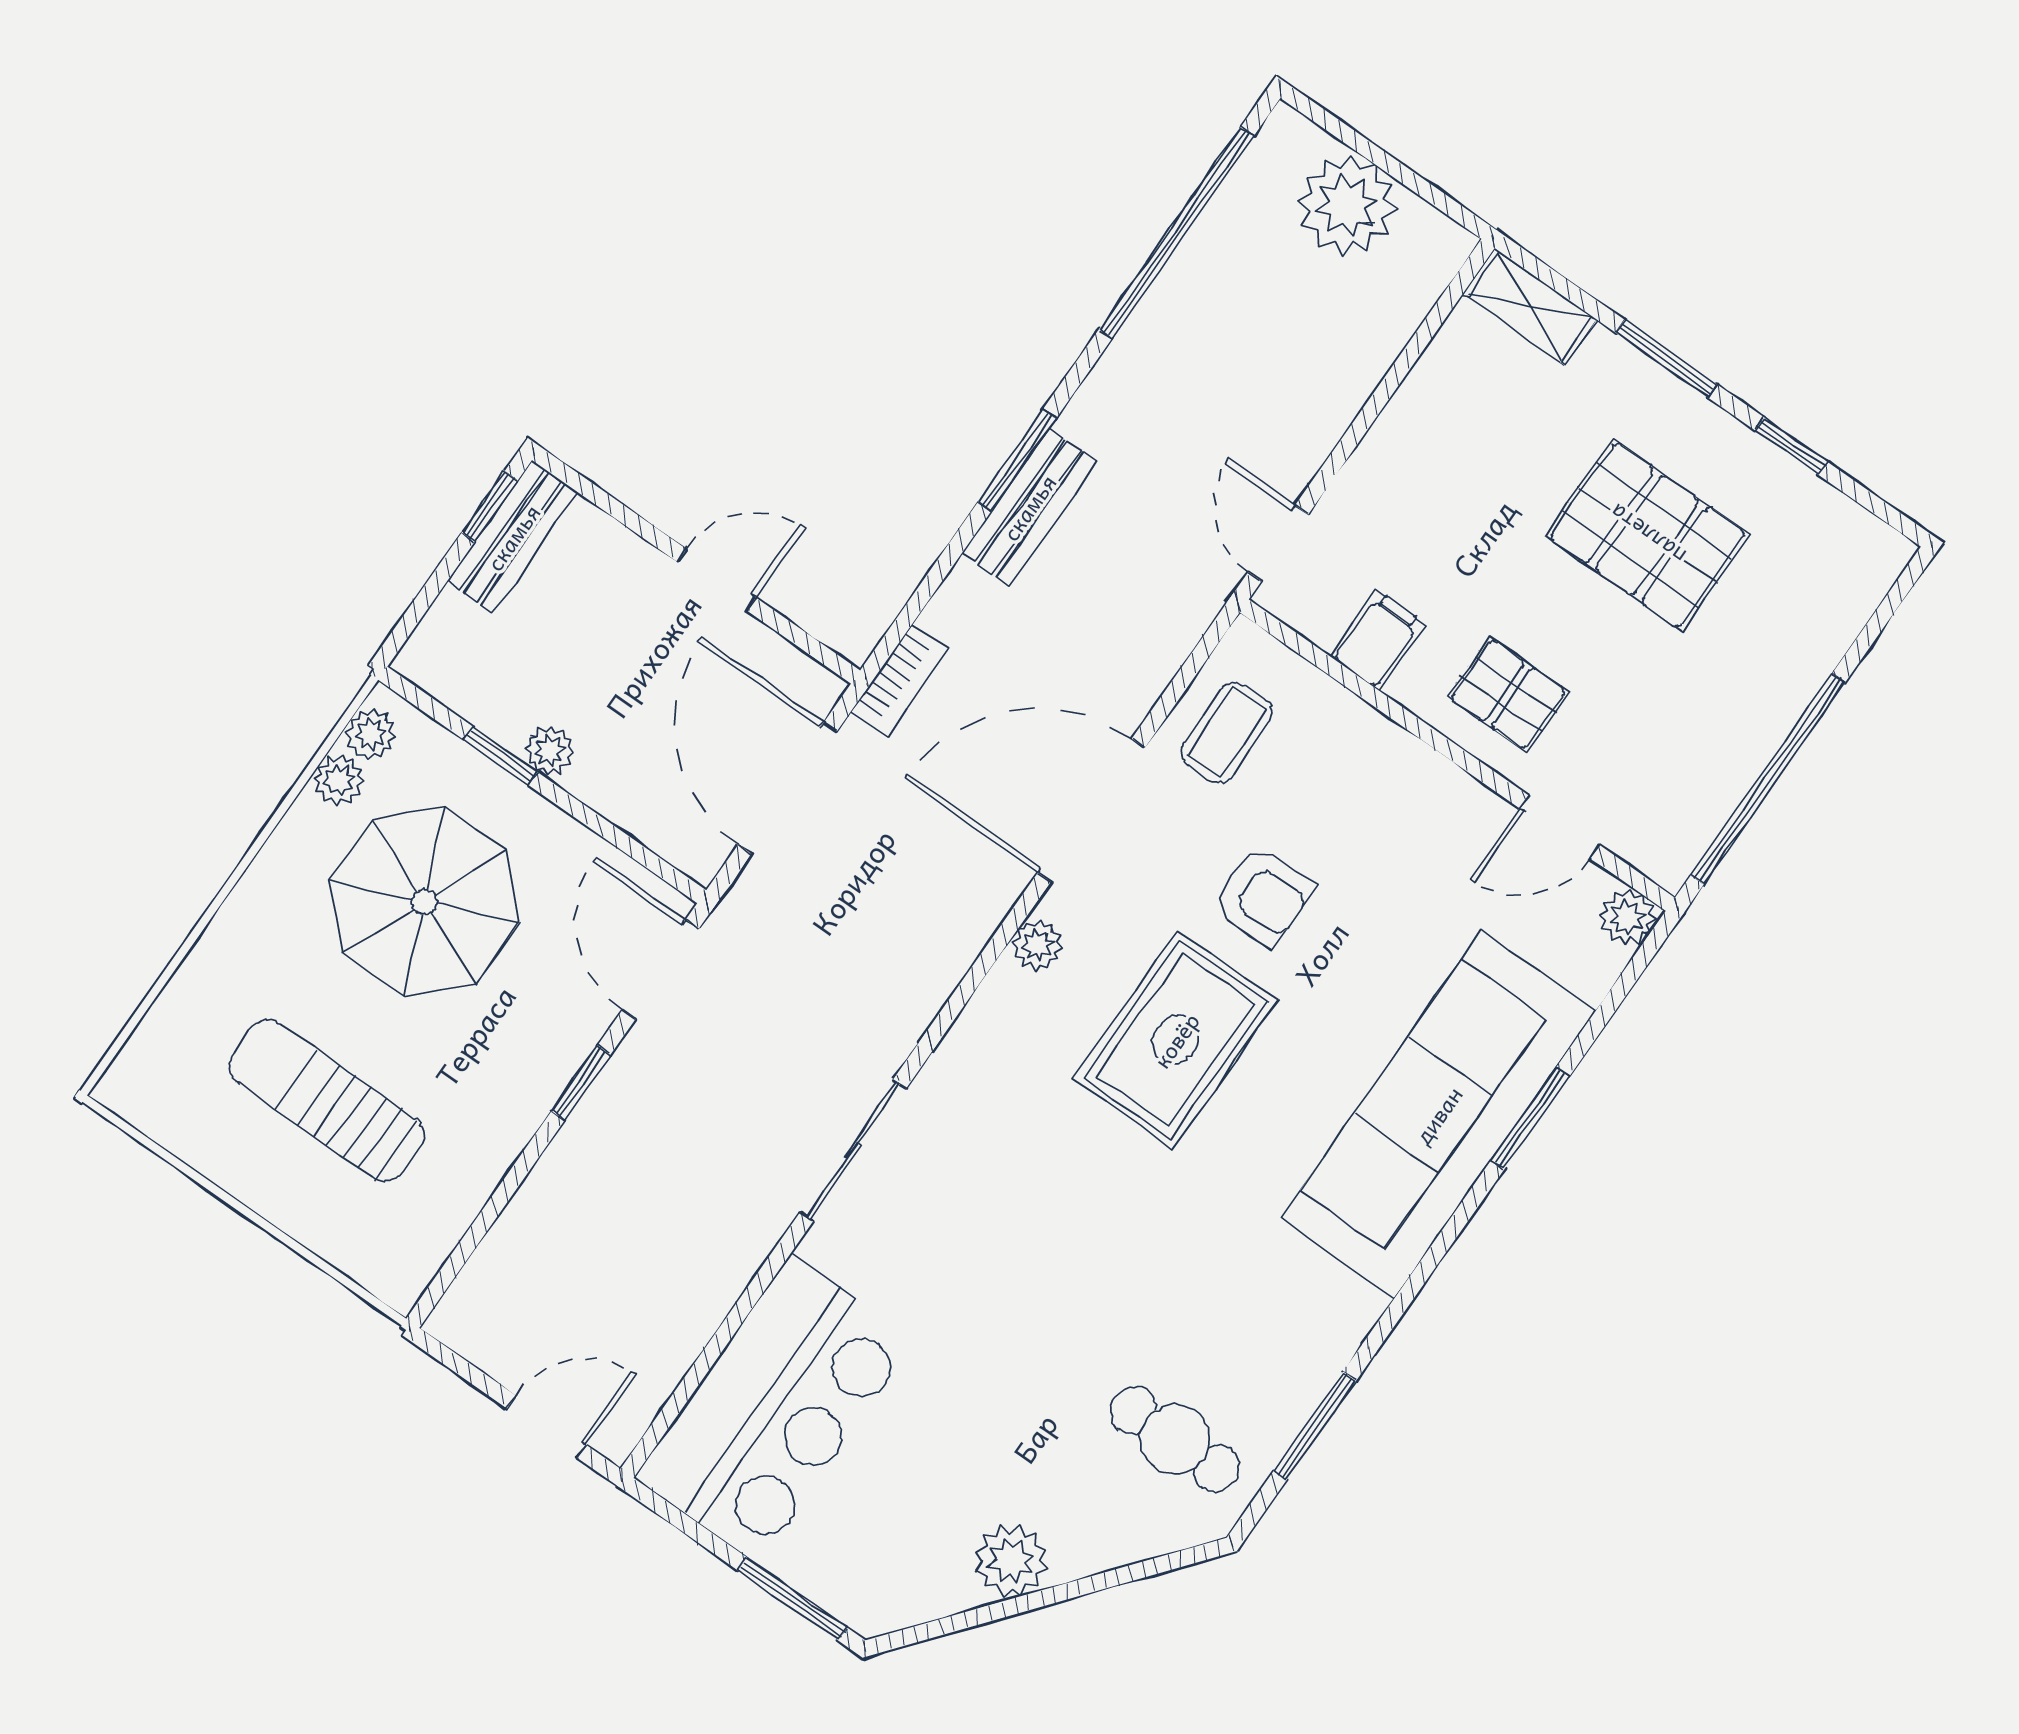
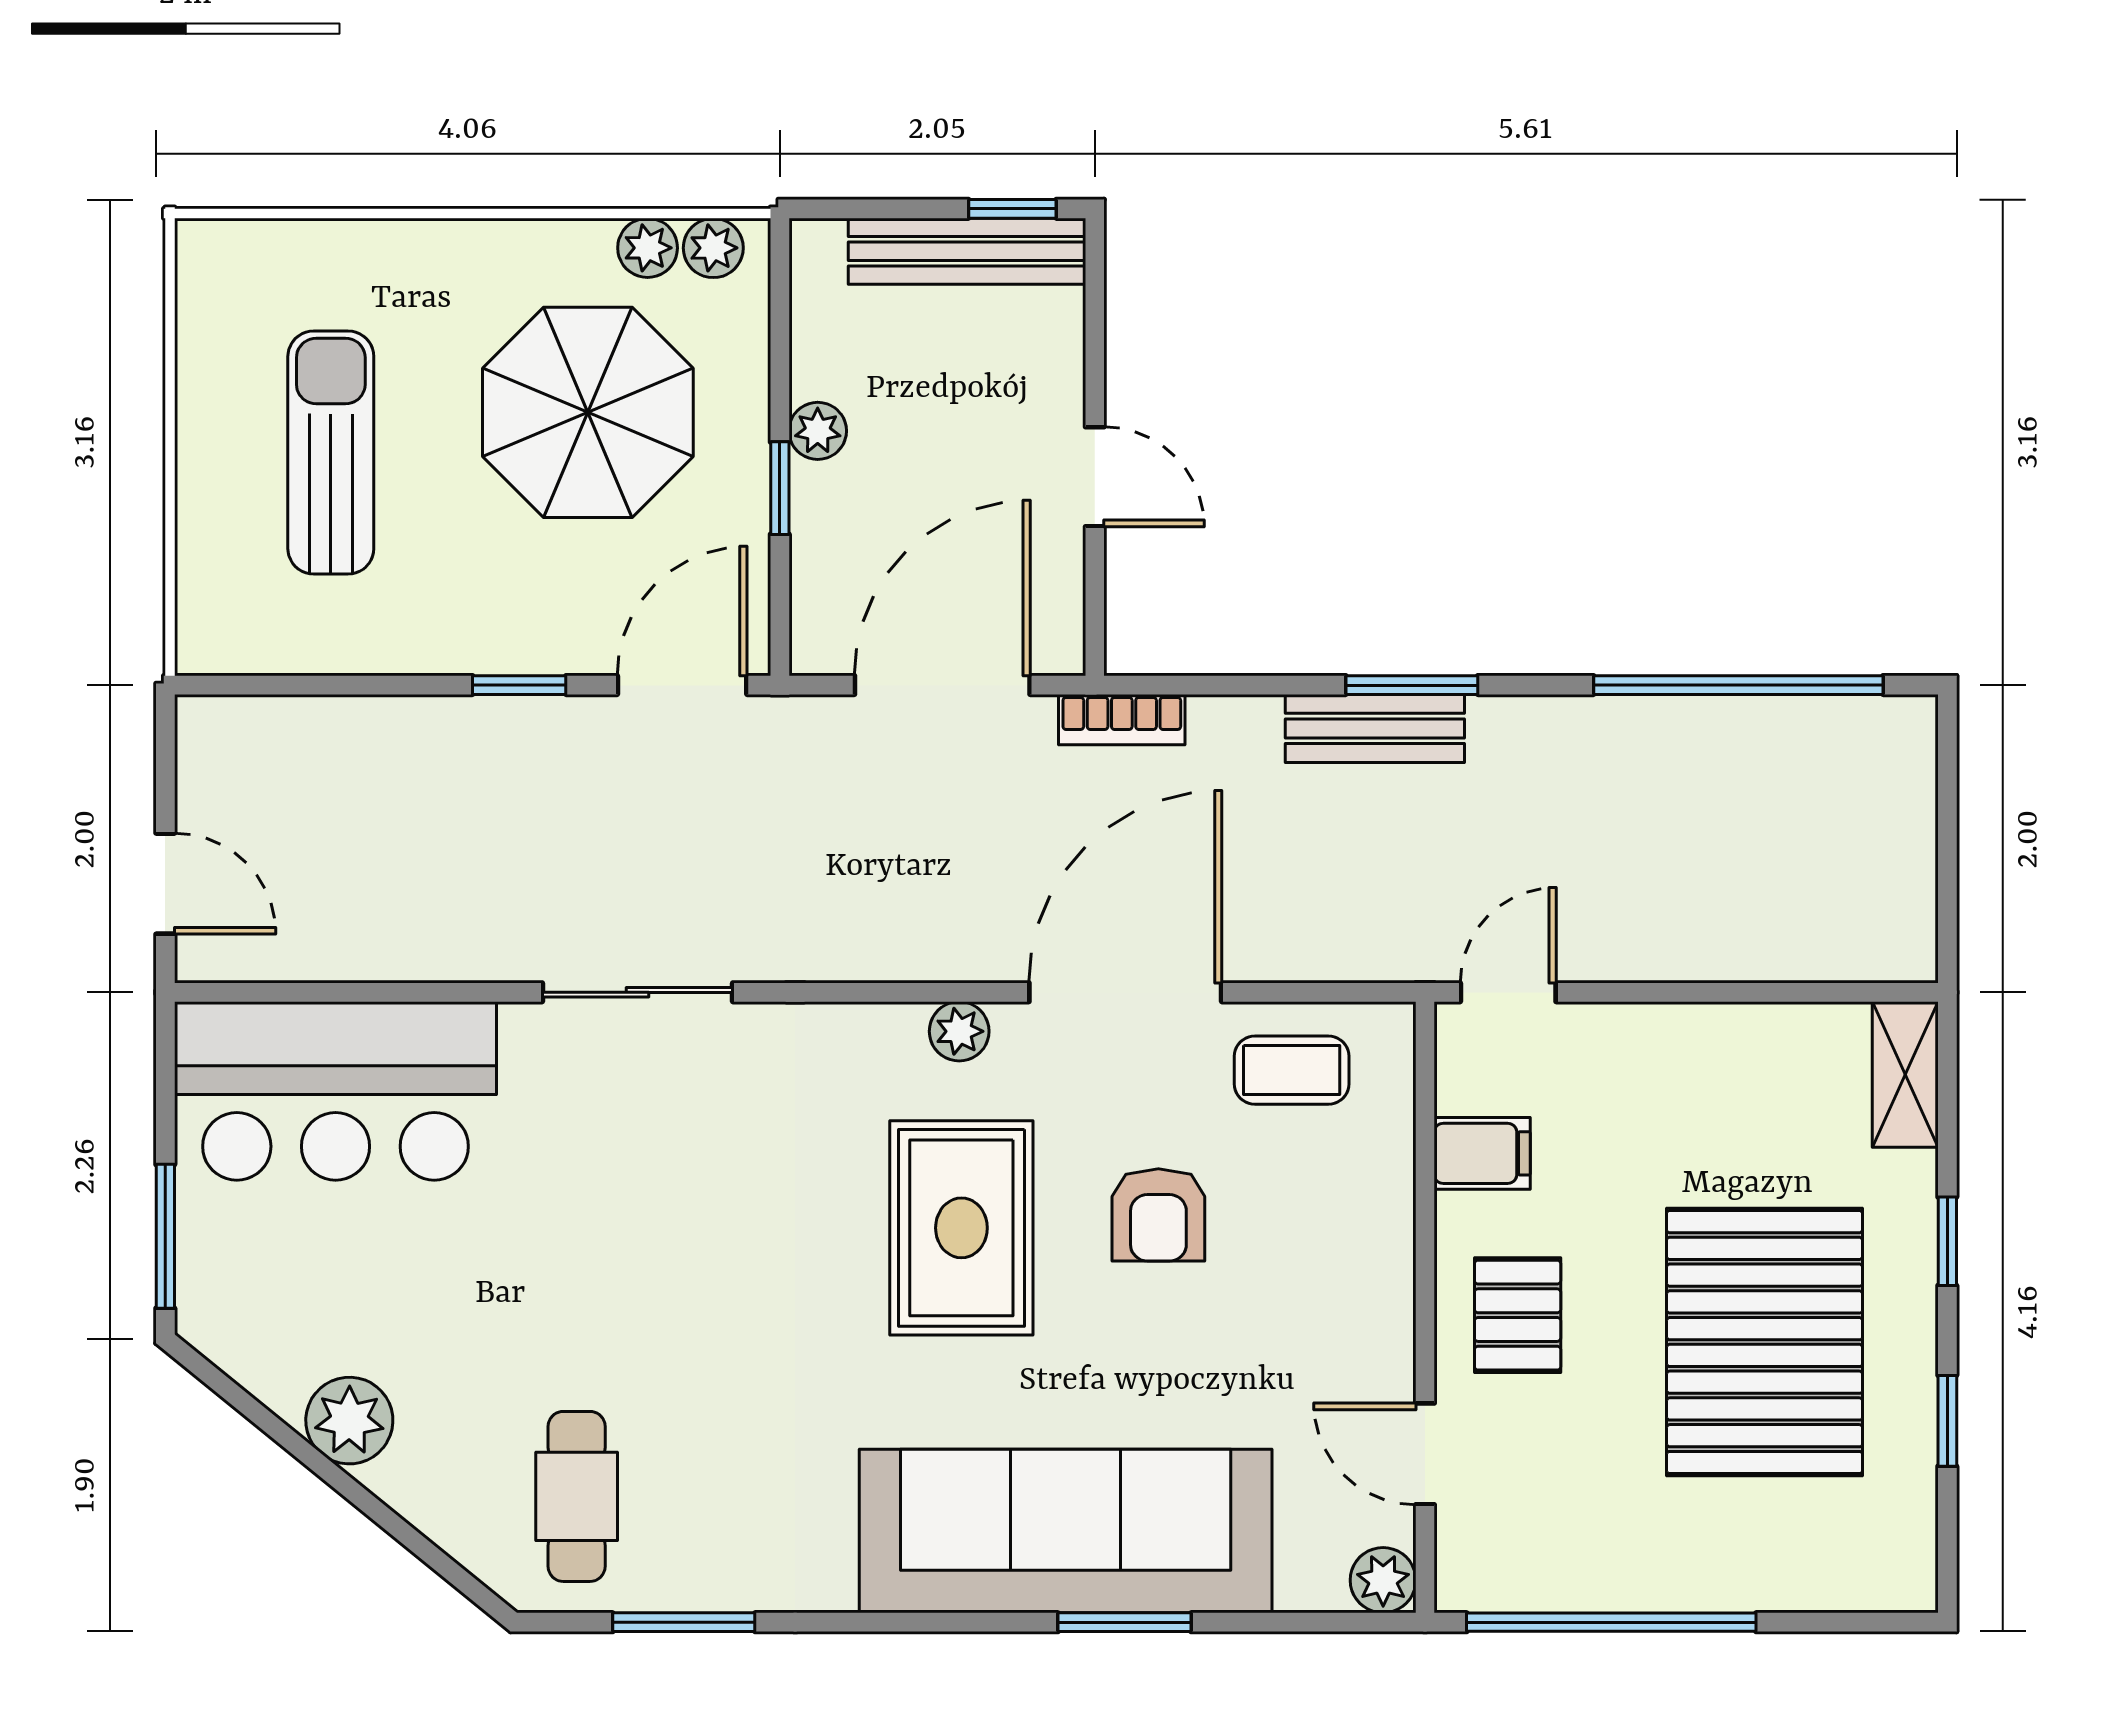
plant: (1347, 205) -> (1880, 831), removed
window: (1666, 359) -> (1947, 1241), width x0.67
pallet: (1647, 535) -> (1765, 1342), width x1.37, depth x1.41
bench: (513, 537) -> (967, 251), width x1.36
window: (501, 756) -> (780, 488), moved
door: (1091, 810) -> (1125, 992), hinge flipped
rug: (1176, 1040) -> (961, 1228), turned 90

